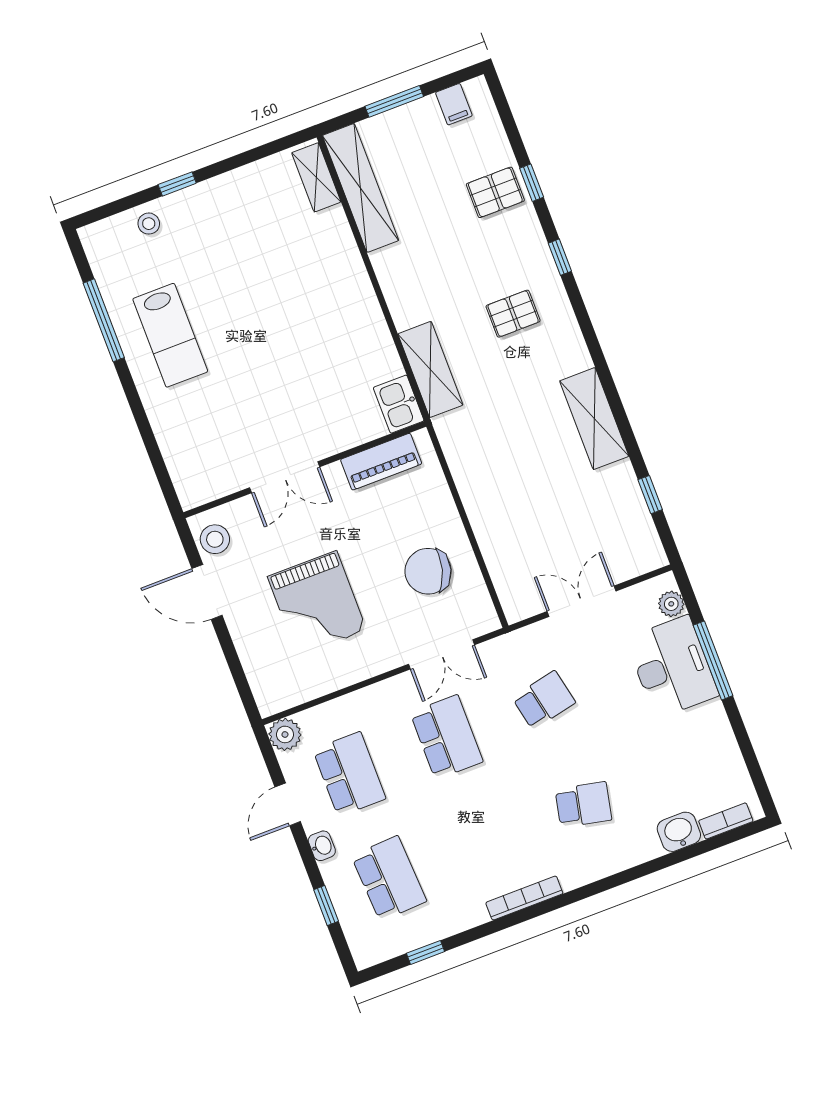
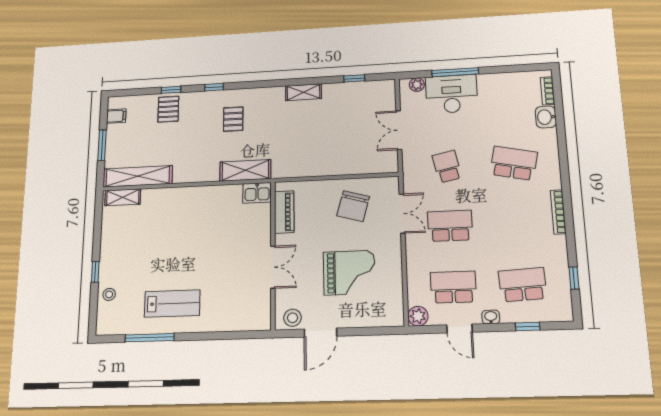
shelving: (594, 419) -> (304, 92), width x0.67, depth x0.75
school desk: (583, 805) -> (514, 163), width x1.85

